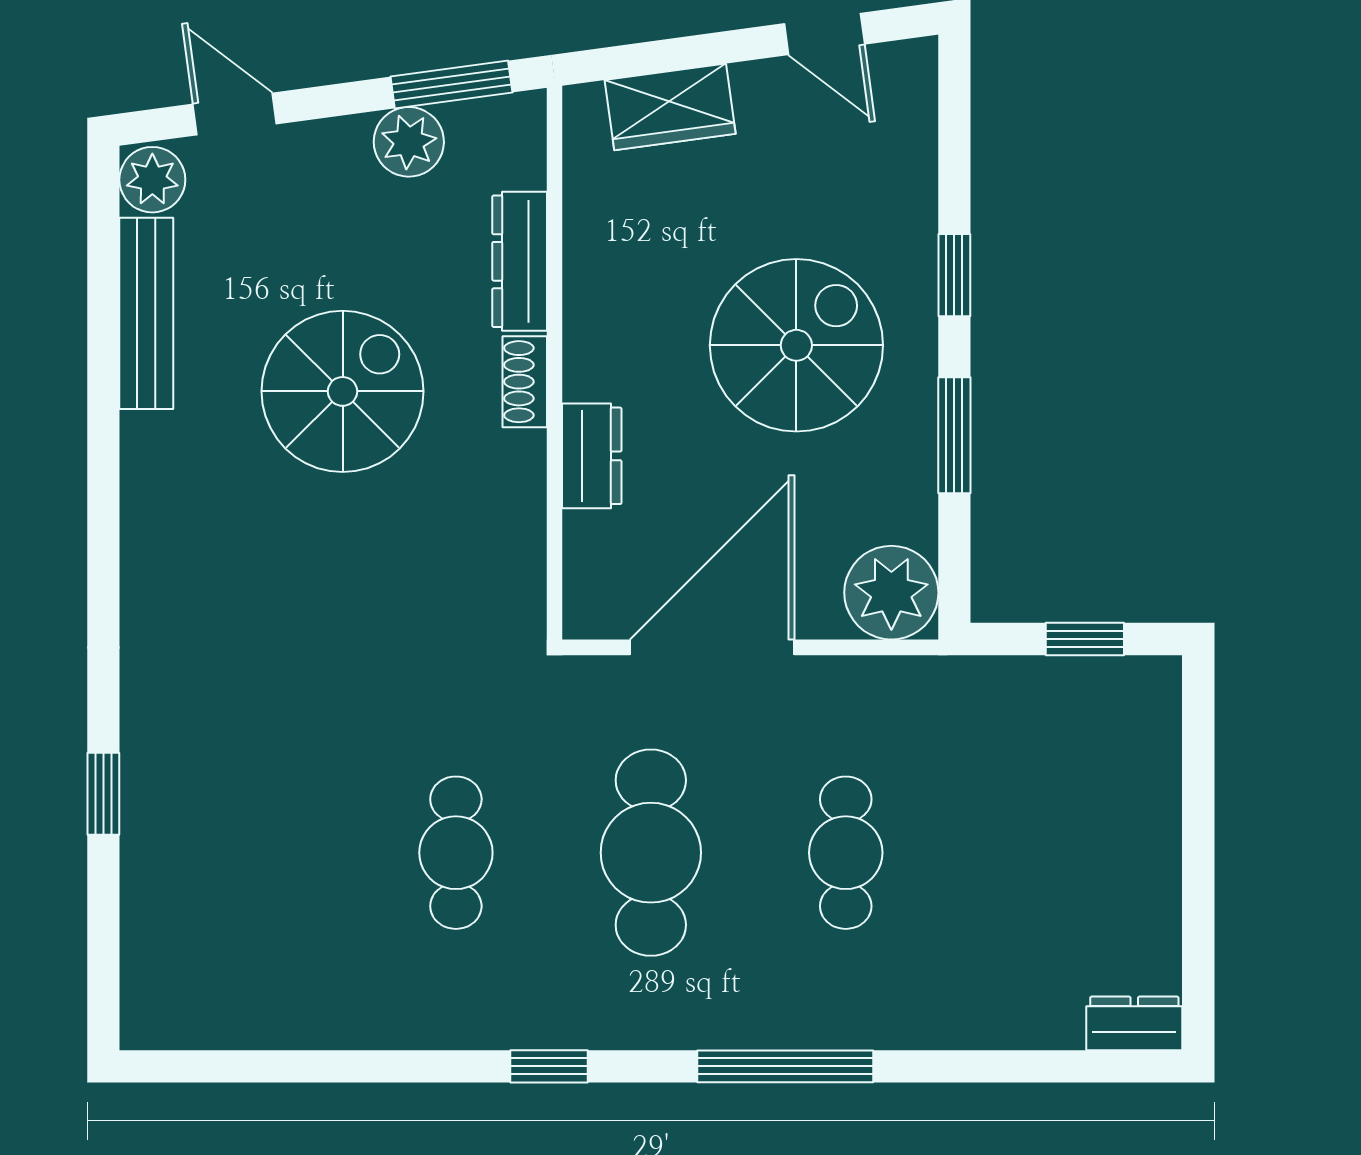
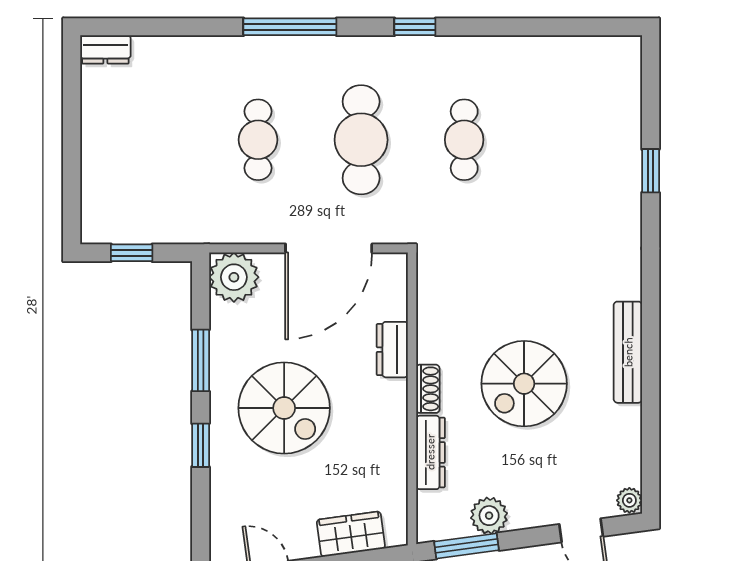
plant: (152, 180) -> (629, 500), width x0.73, depth x0.73
bench: (146, 313) -> (628, 352), moved
spiral stairs: (796, 345) -> (284, 408), turned -90

